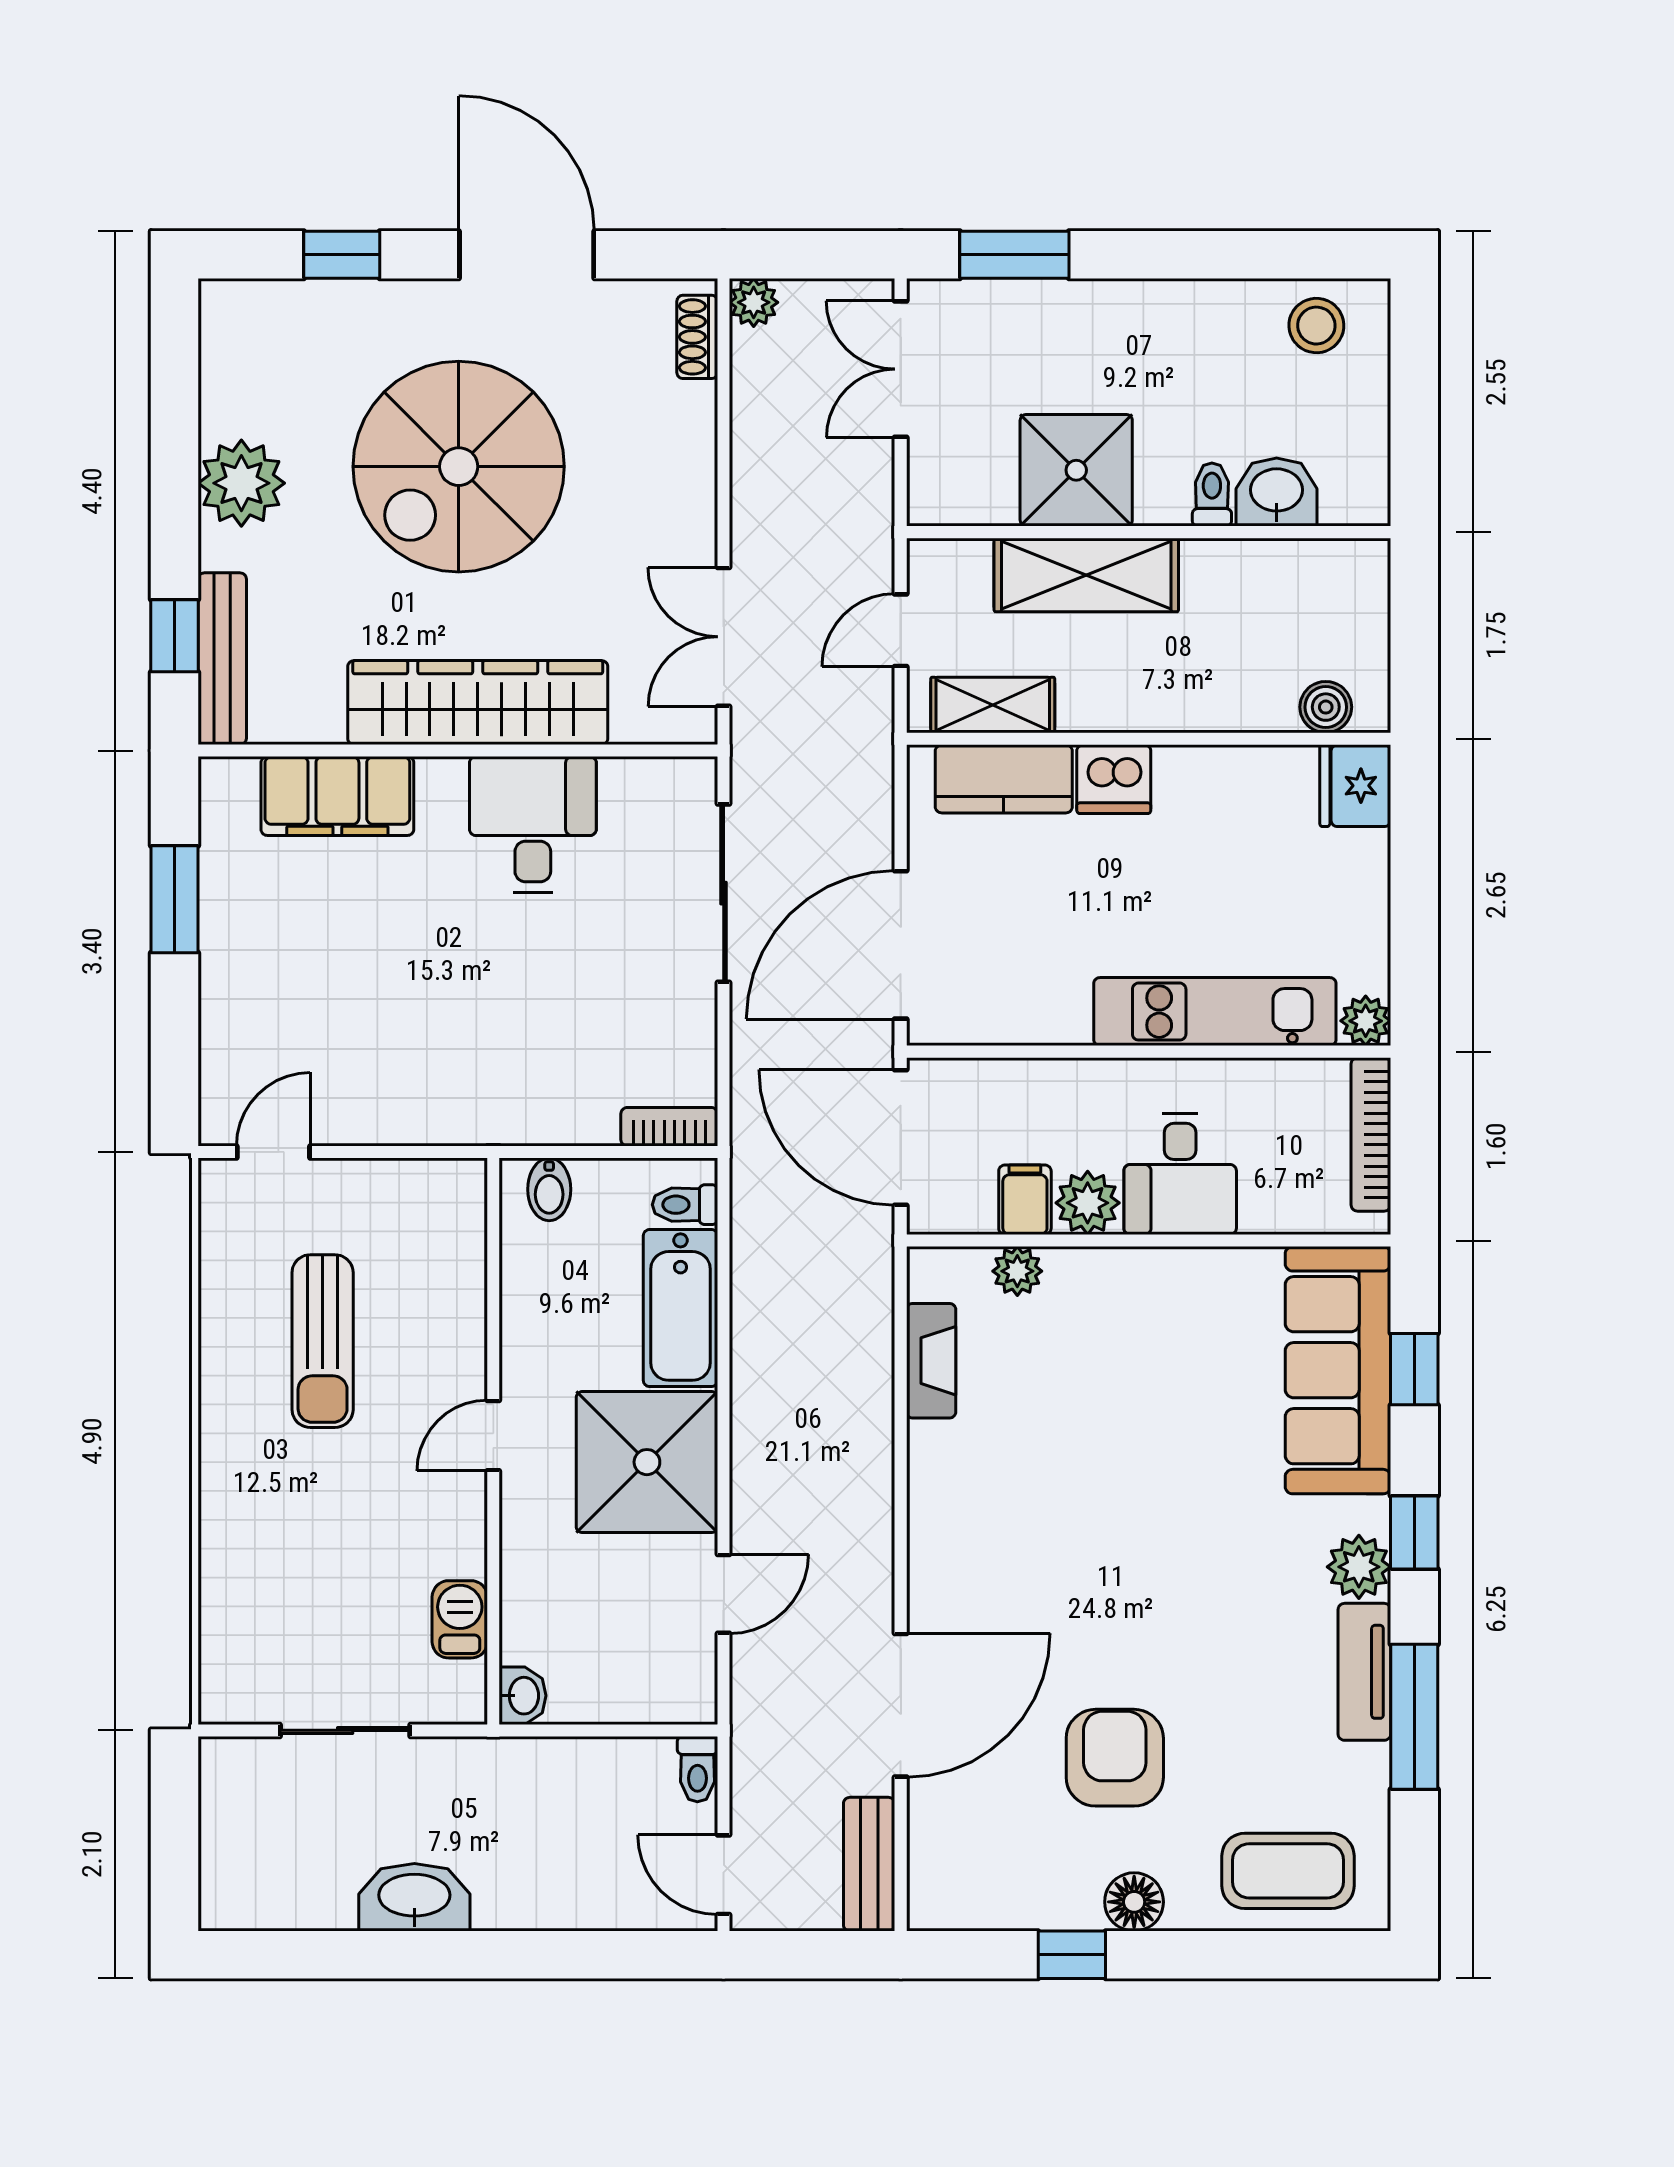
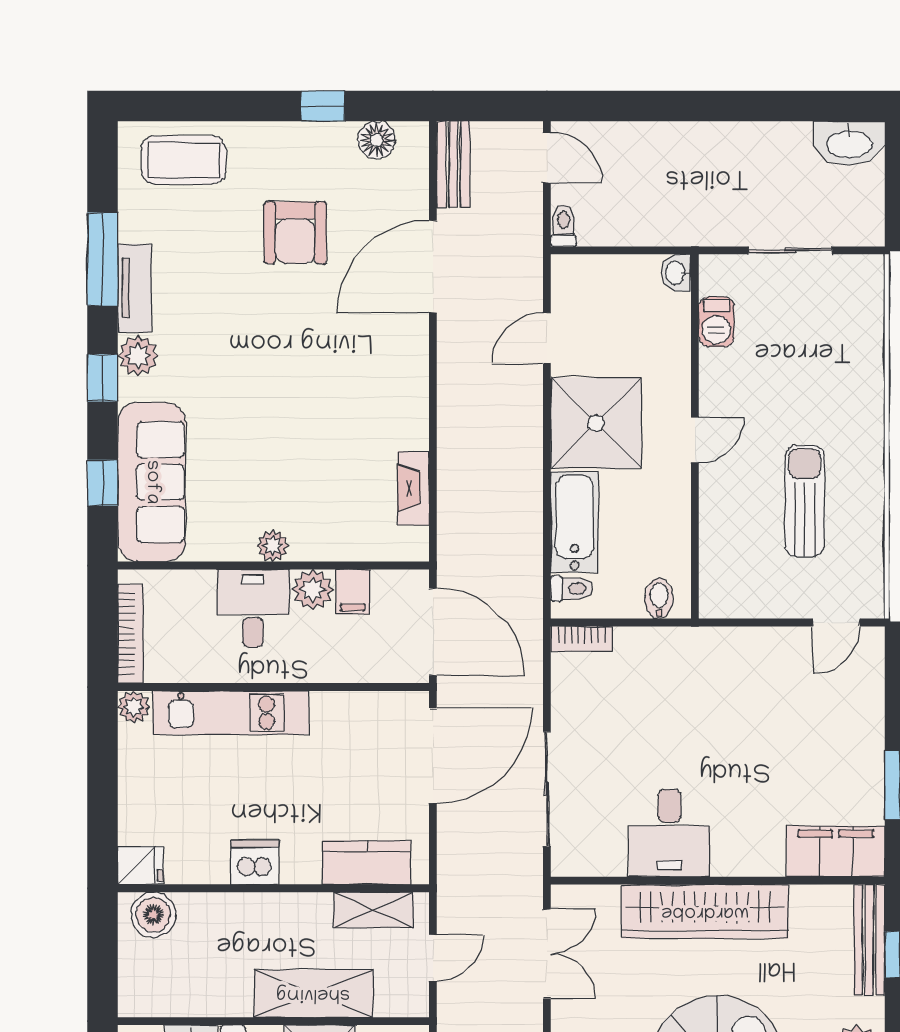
boiler: (1326, 707) -> (153, 915), width x1.36, depth x1.36
dishwasher: (1114, 779) -> (255, 862), moved
fridge: (1355, 786) -> (140, 865), width x0.72
filing cabinet: (337, 796) -> (836, 851), moved
plant: (1017, 1271) -> (273, 546), moved
washbasin: (414, 1897) -> (849, 143), moved
floor lamp: (1134, 1902) -> (377, 140), moved

